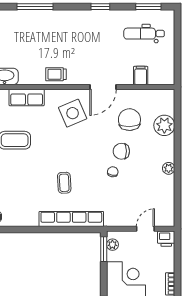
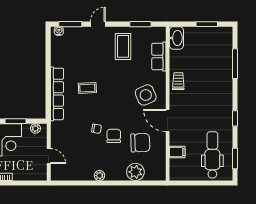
dental chair: (144, 34) -> (212, 155), width x1.36, depth x1.38
printer: (166, 239) -> (40, 173), removed
window: (104, 249) -> (16, 121), moved

